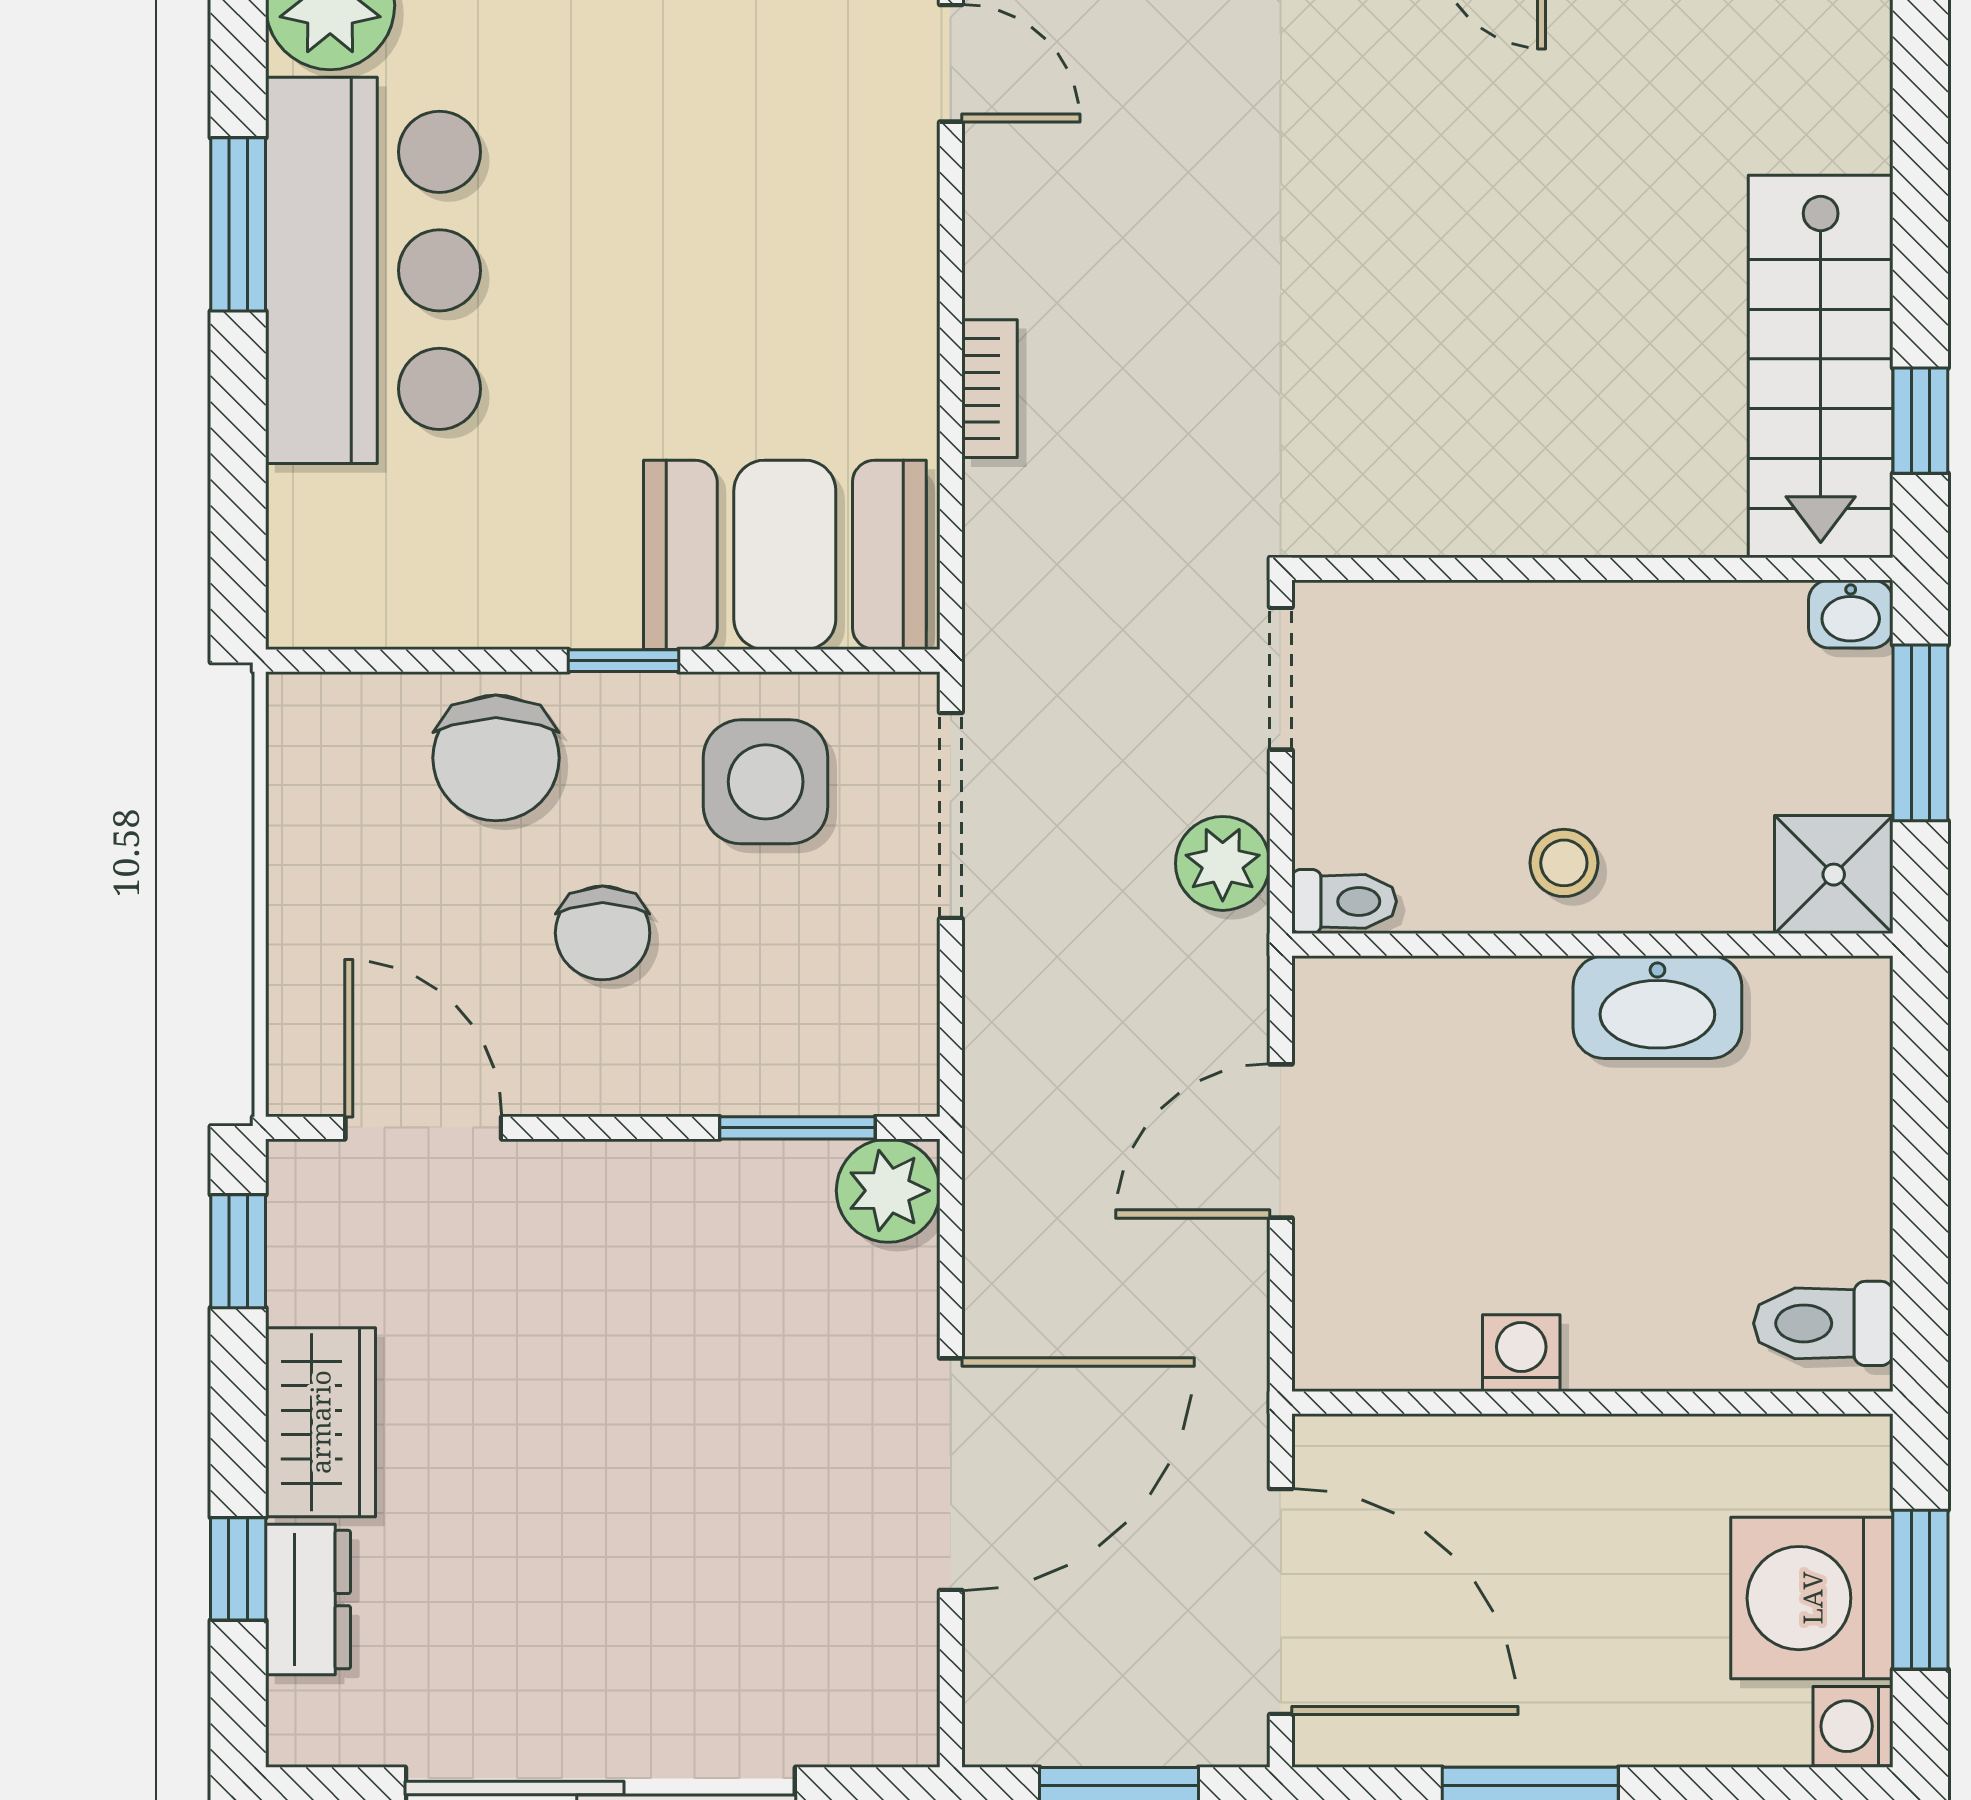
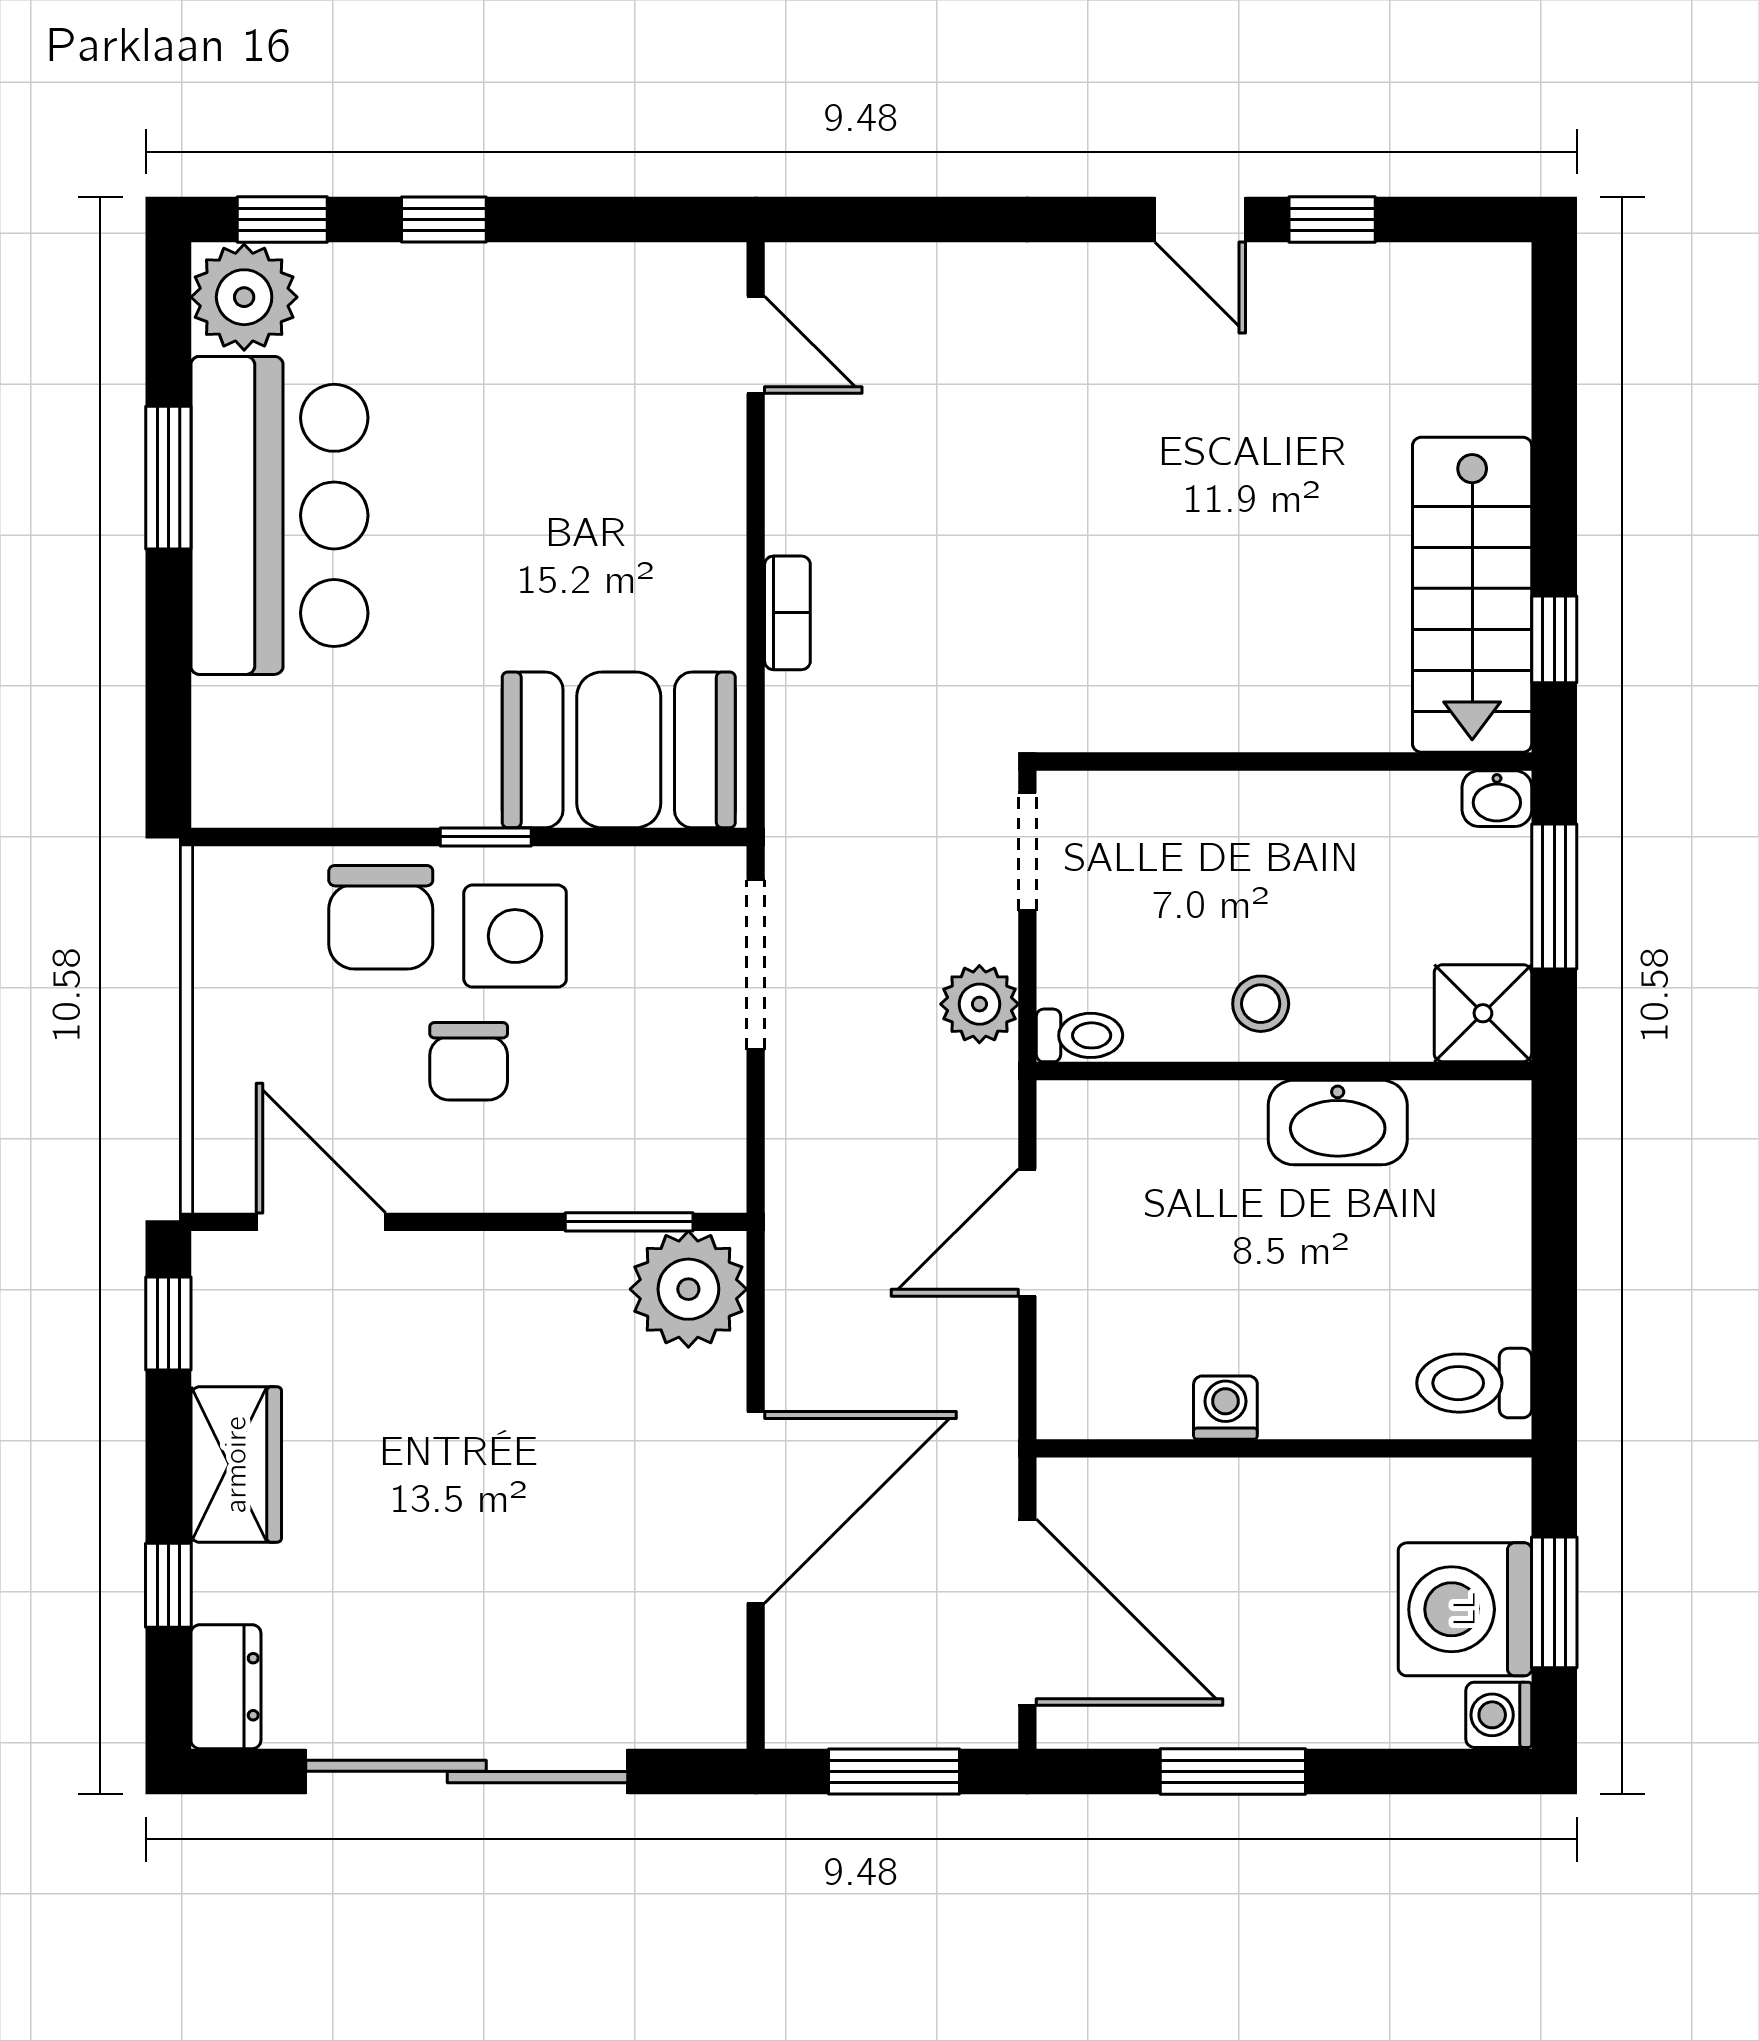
side table: (766, 782) -> (515, 936), moved
plant: (888, 1191) -> (688, 1289), width x1.36, depth x1.36
dresser: (308, 1600) -> (226, 1687), moved

